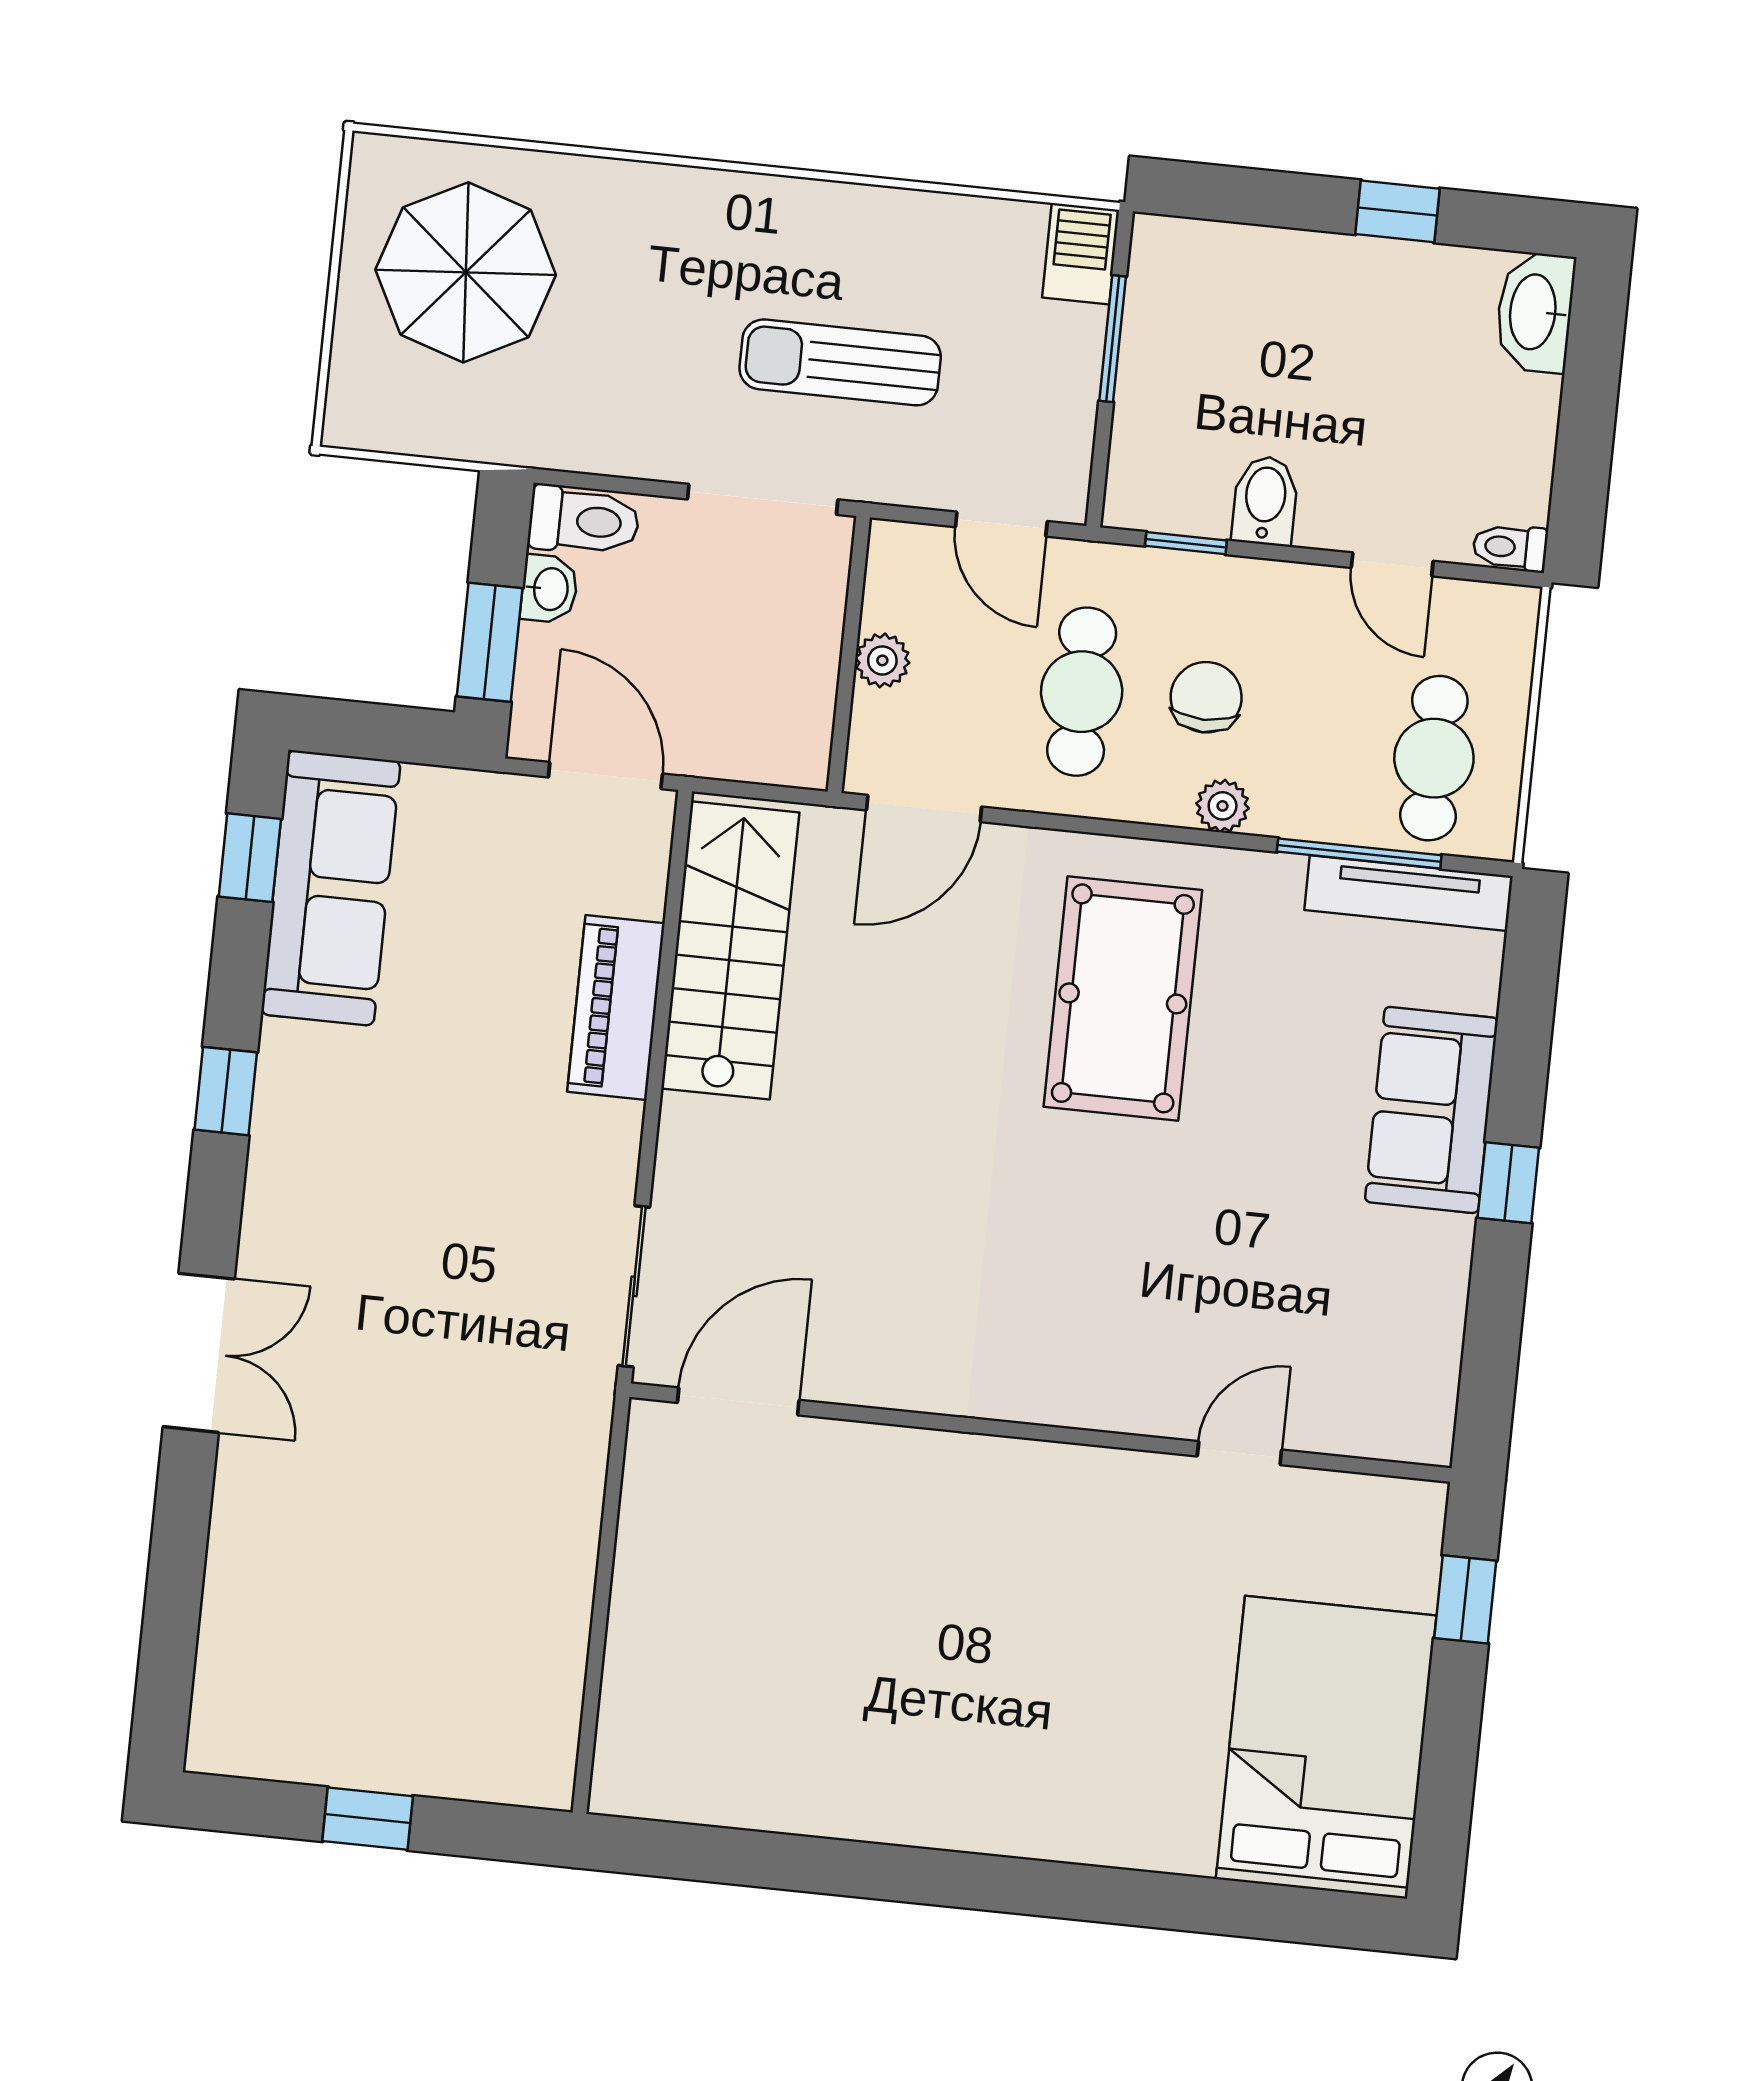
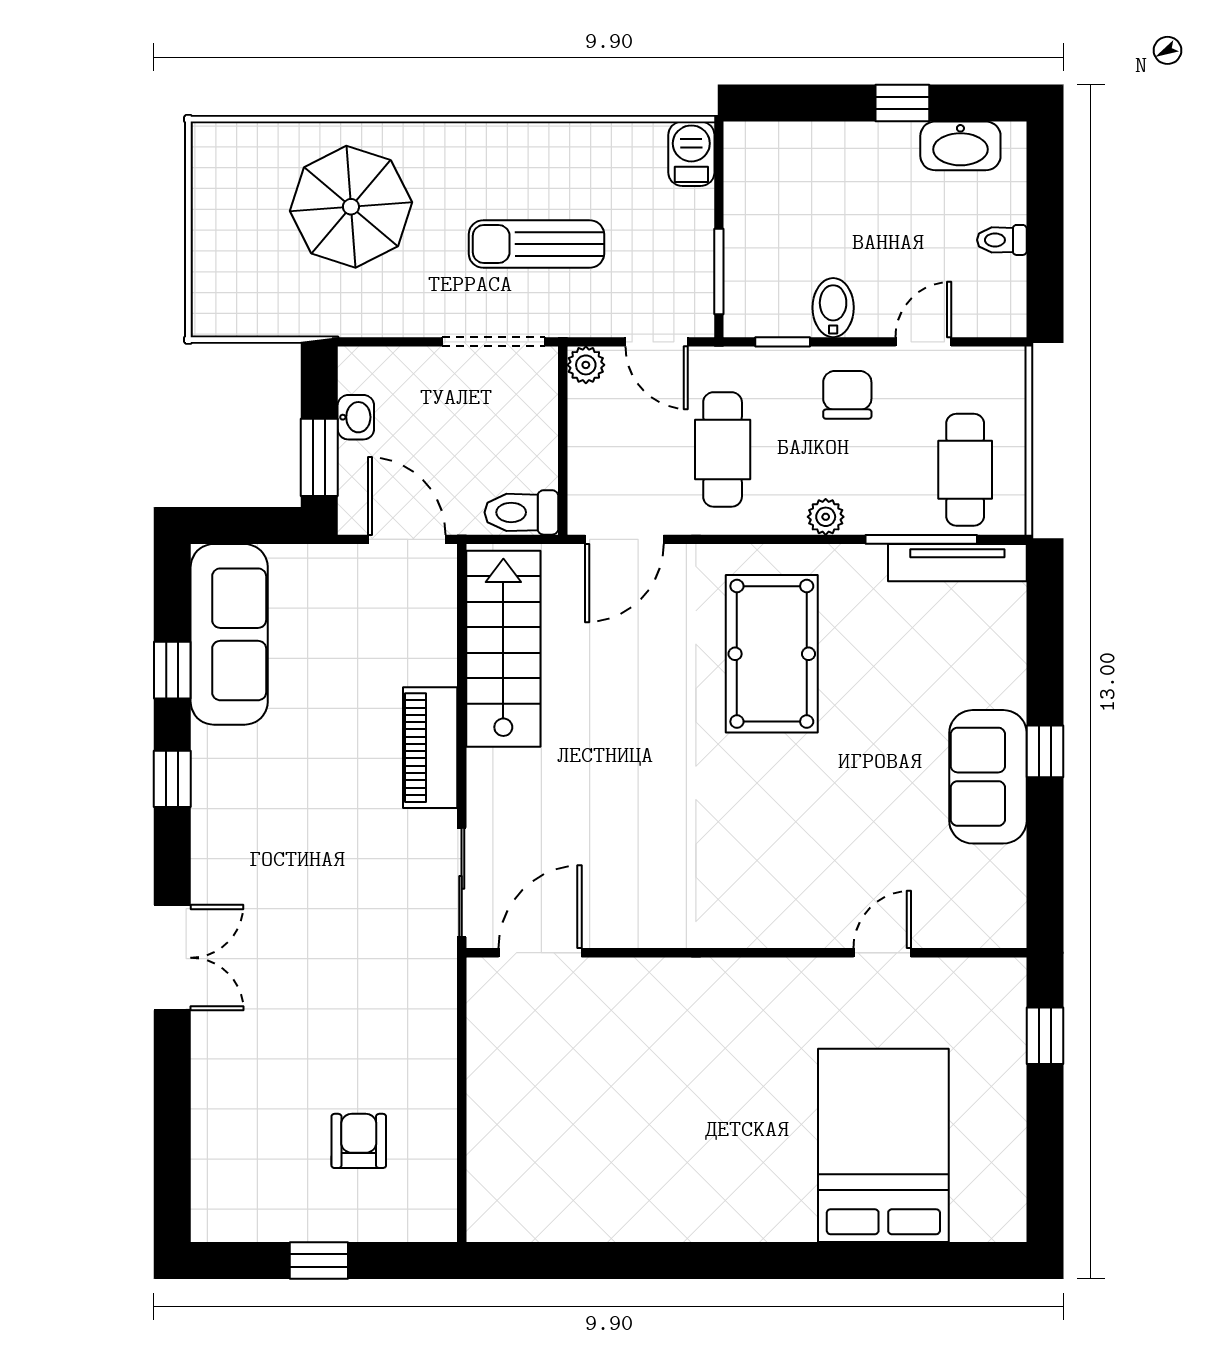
parasol: (466, 272) -> (351, 207), moved
washbasin: (1535, 312) -> (960, 146), moved, turned -90
window: (1113, 339) -> (719, 271), moved
toilet: (584, 521) -> (521, 512), moved, turned 180
toilet: (1510, 547) -> (1002, 240), moved
door: (1392, 564) -> (923, 342), swing flipped
plant: (882, 660) -> (586, 365), moved
chair: (1206, 697) -> (847, 395), moved
window: (250, 858) -> (172, 670), moved
piano: (616, 1007) -> (430, 748), moved
sofa: (1431, 1110) -> (988, 777), moved
armchair: (444, 1650) -> (359, 1141), added
bed: (1326, 1747) -> (883, 1145), moved

